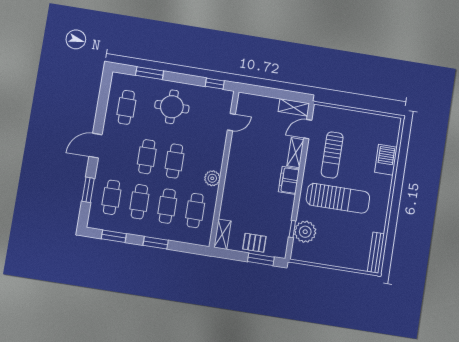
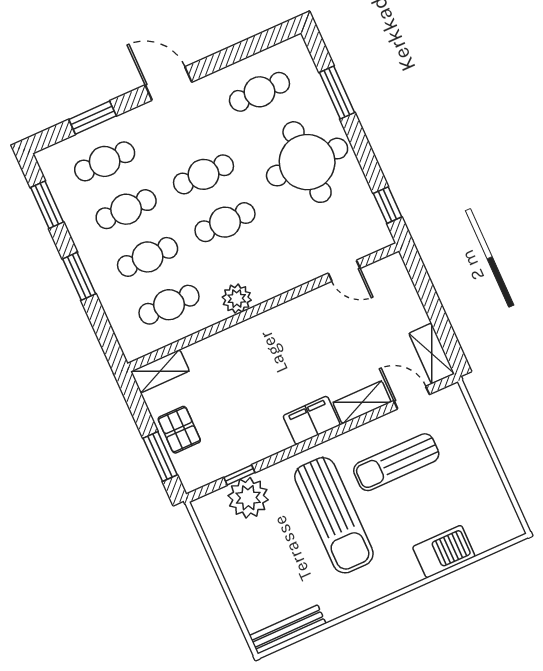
round table: (172, 107) -> (307, 162), width x1.36, depth x1.36

